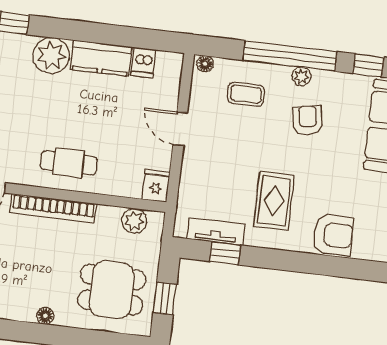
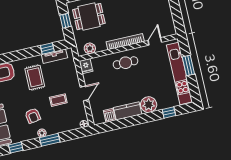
window: (290, 56) -> (50, 140), width x0.47
coffee table: (246, 94) -> (58, 100), moved
door: (180, 129) -> (84, 93), hinge flipped

